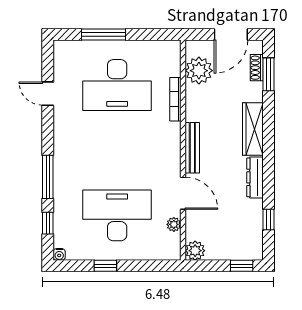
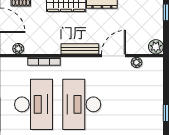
plant: (199, 71) -> (18, 49), width x0.53, depth x0.53
desk: (117, 215) -> (82, 104), moved

